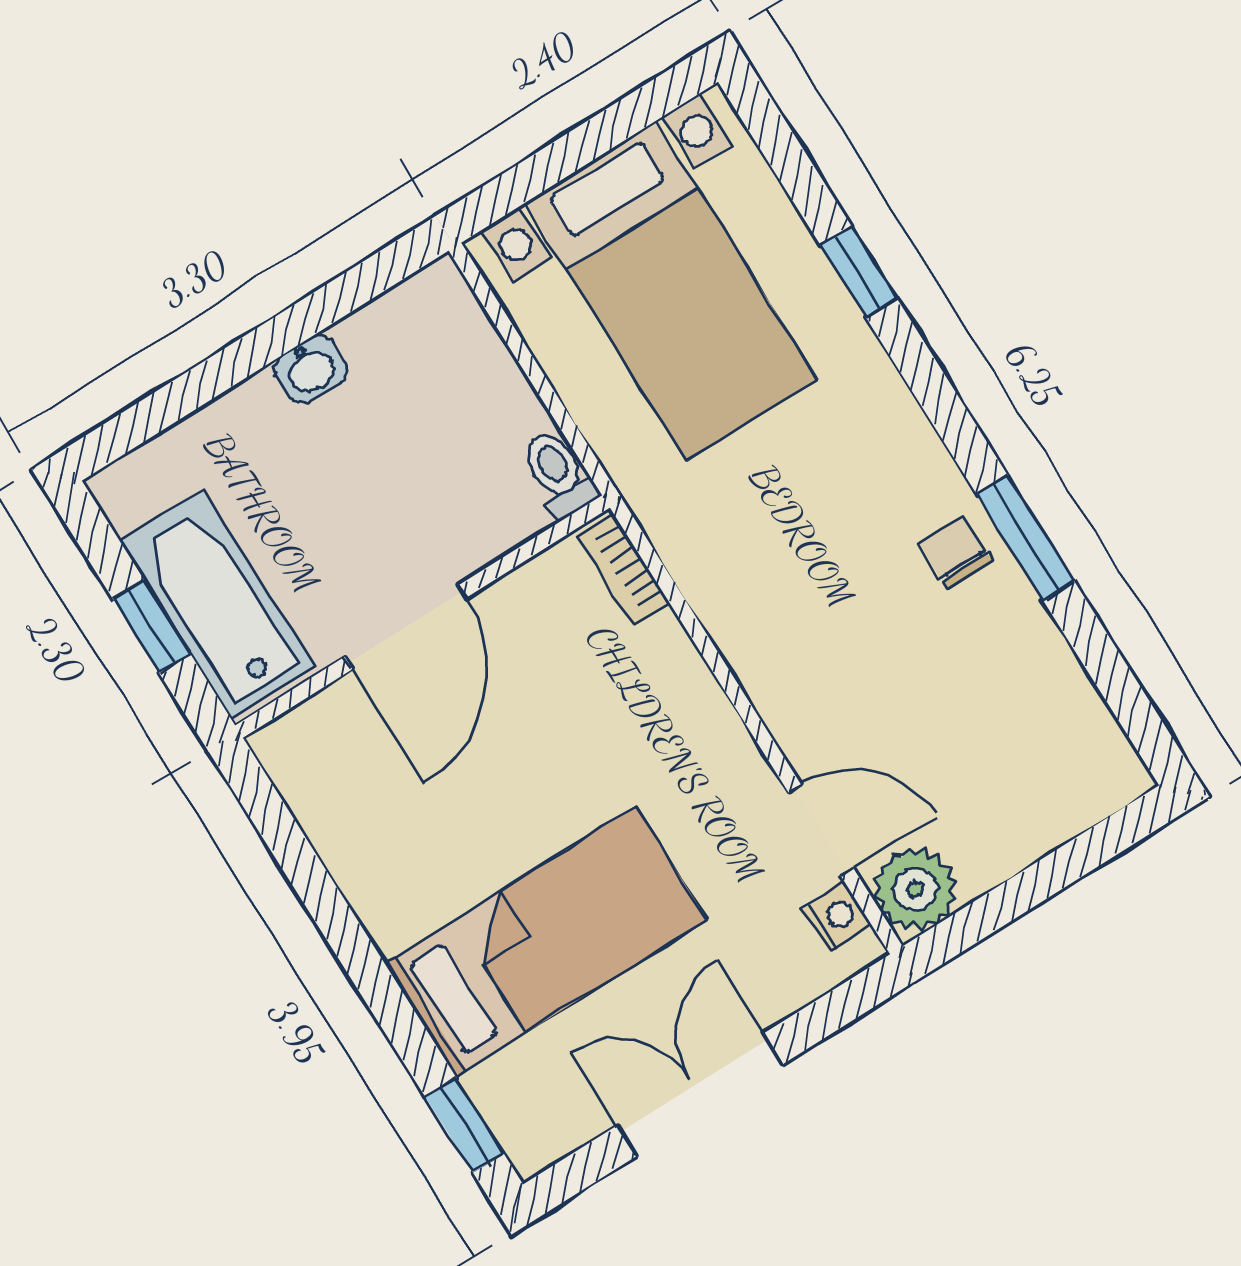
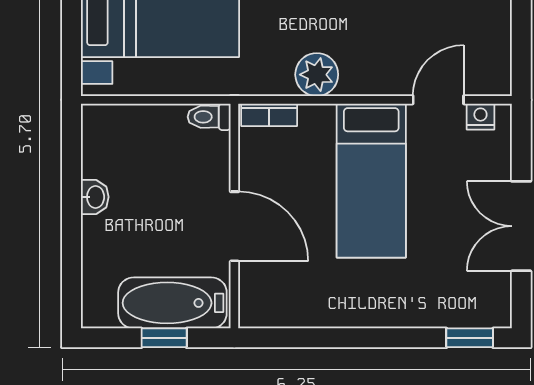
plant: (915, 889) -> (317, 75), moved
bed: (546, 941) -> (371, 181), moved, turned 180

